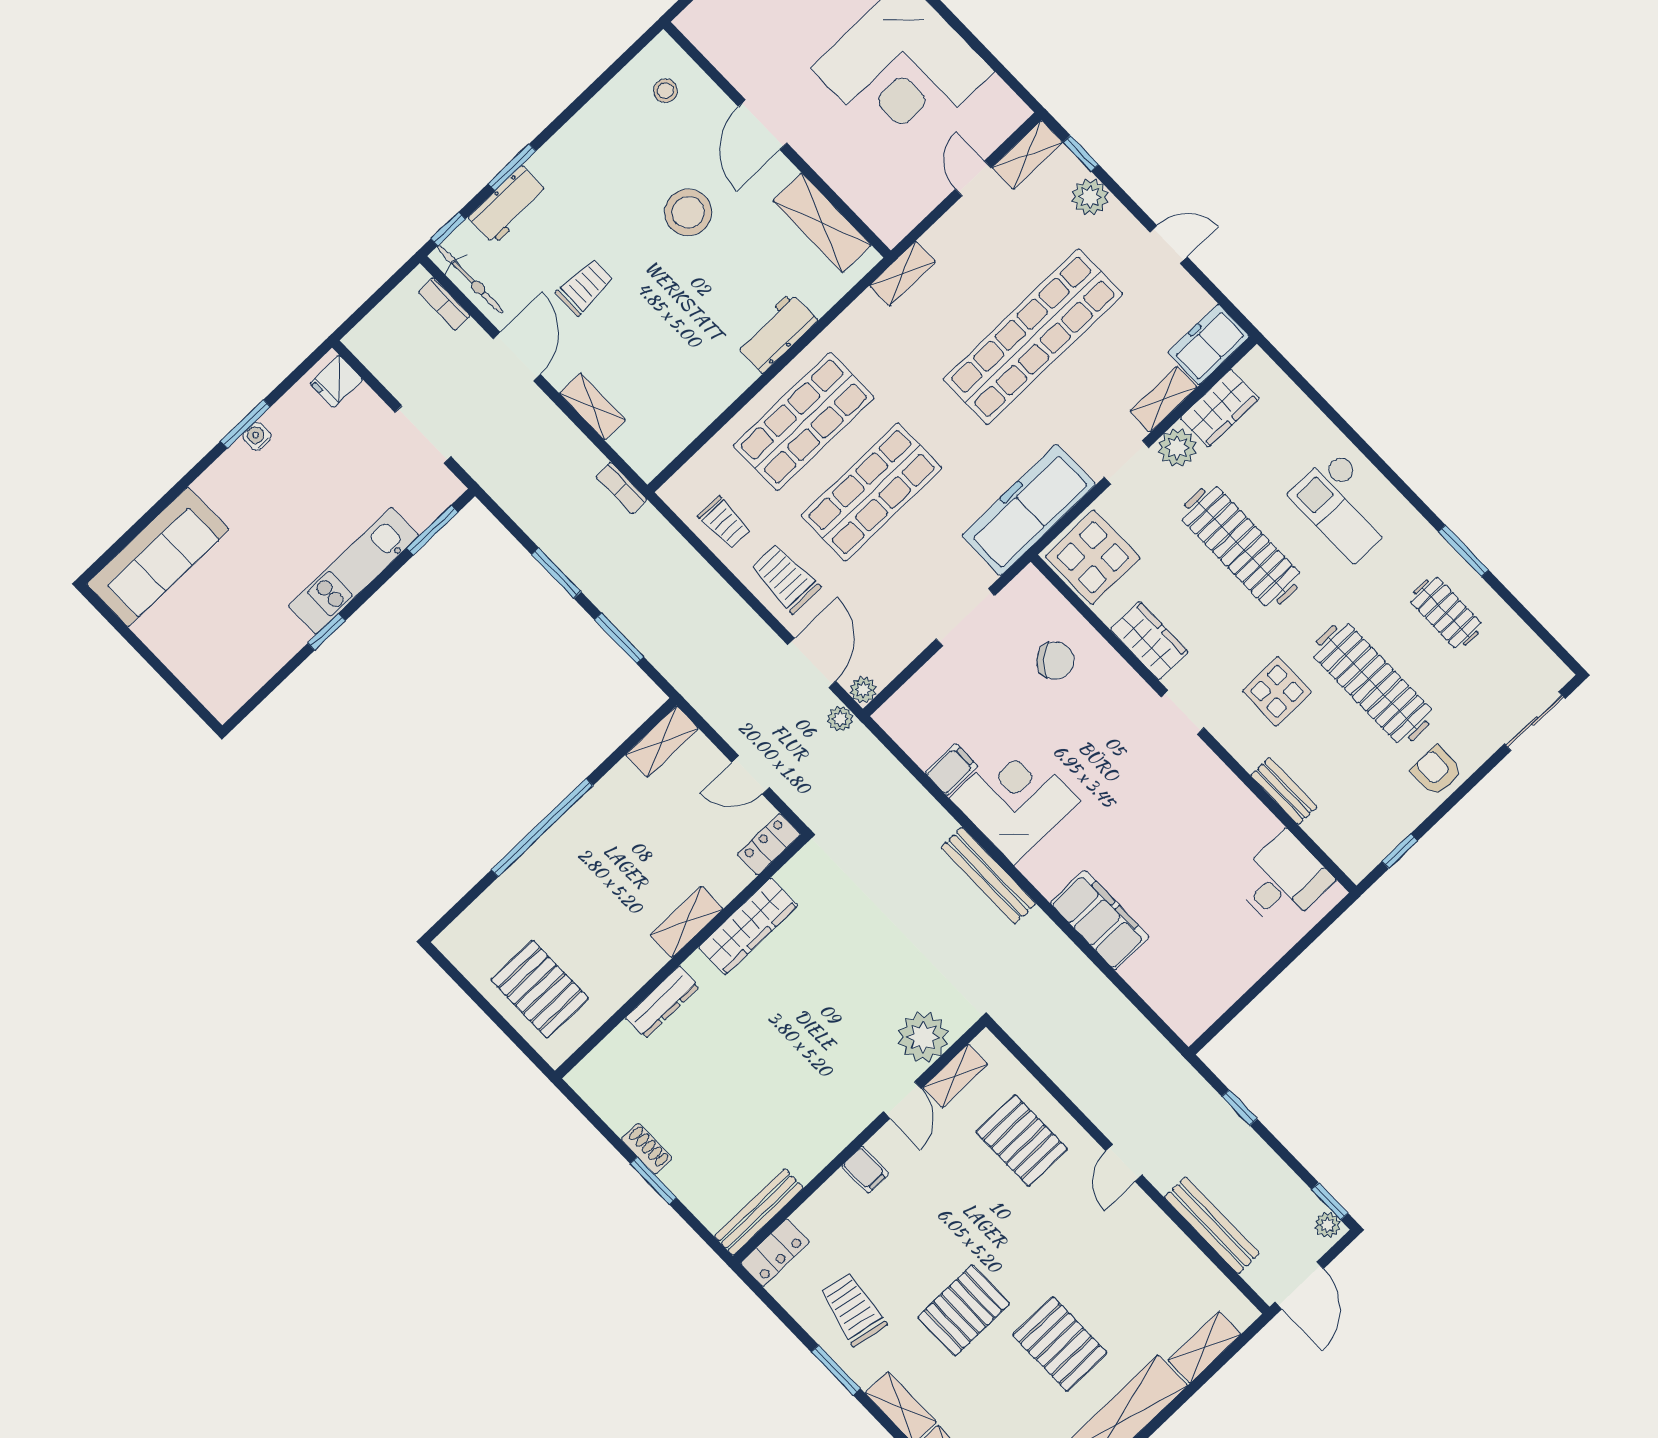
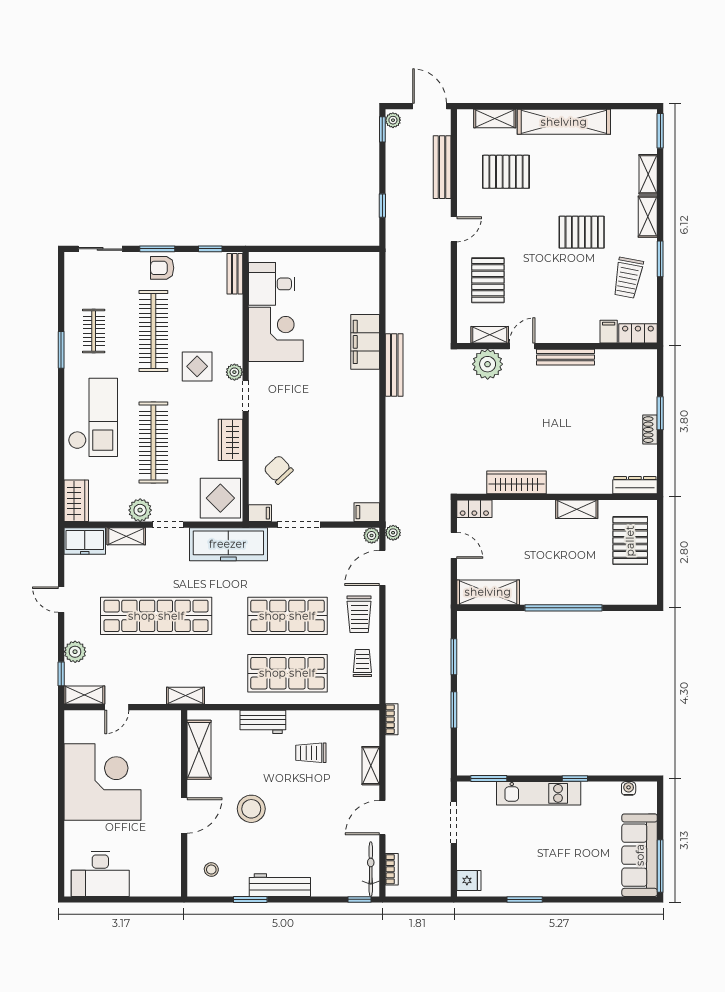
window: (512, 167) -> (250, 899), moved
workbench: (508, 205) -> (280, 885), moved, width x1.38
trolley: (585, 287) -> (311, 753), moved
wardrobe: (1220, 408) -> (76, 501), moved, turned 90
water cooler: (257, 436) -> (629, 788), moved, turned 180
checkout: (1345, 506) -> (93, 417), width x1.36, depth x1.21
sofa: (158, 557) -> (640, 855), moved, turned -90
filing cabinet: (1027, 585) -> (260, 513), added
window: (119, 625) -> (660, 866), added
plant: (1225, 728) -> (234, 372), added
shelving: (662, 742) -> (488, 592), width x1.50, depth x1.33
filing cabinet: (951, 770) -> (367, 512), moved
armchair: (1436, 771) -> (162, 268), turned 90
window: (1465, 789) -> (157, 249), added
bench: (1284, 791) -> (235, 274), moved
corner desk: (1015, 799) -> (276, 334), moved, turned 180
bench: (988, 876) -> (394, 365), moved
shelving: (687, 922) -> (577, 509), moved
dresser: (662, 1002) -> (635, 485), moved
filing cabinet: (865, 1170) -> (609, 332), moved
bench: (759, 1212) -> (566, 357), moved
door: (1299, 1285) -> (430, 106), hinge flipped
pallet: (1060, 1344) -> (506, 172), moved, turned 90

